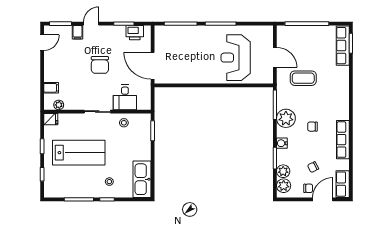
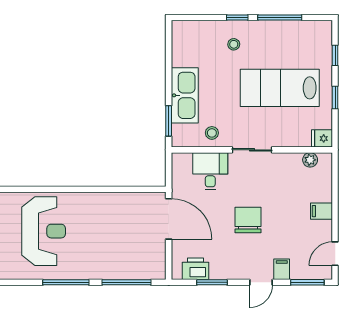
filing cabinet: (51, 88) -> (322, 211), moved
kitchen sink: (142, 179) -> (185, 95), moved

